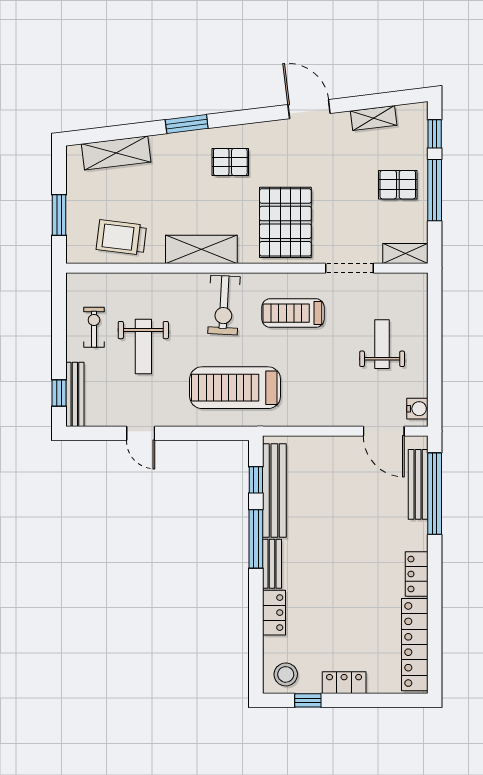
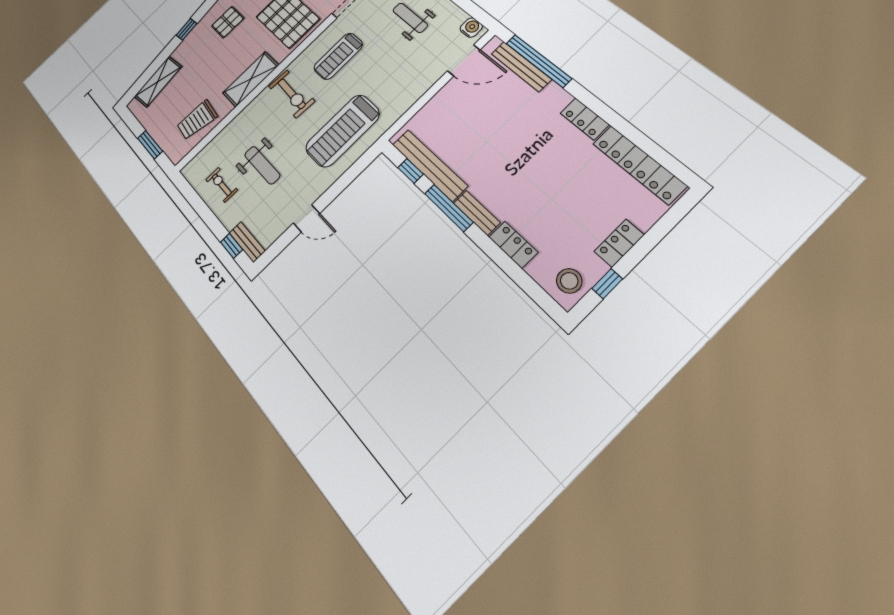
window: (187, 124) -> (187, 29), width x0.67
bench: (75, 394) -> (247, 242), width x0.73

